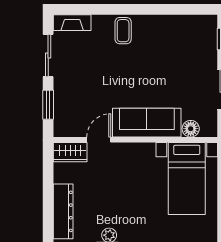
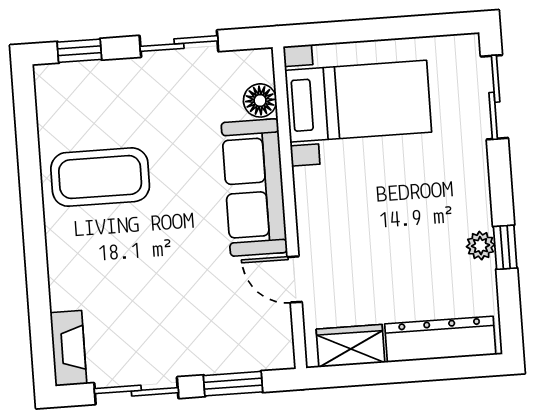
coffee table: (123, 31) -> (100, 177), moved, width x1.86, depth x1.72
wardrobe: (70, 152) -> (350, 346), moved, turned -90

